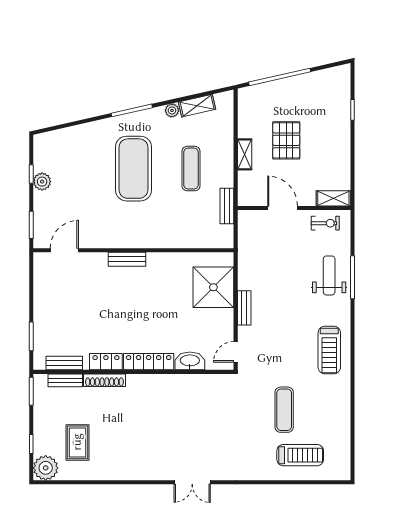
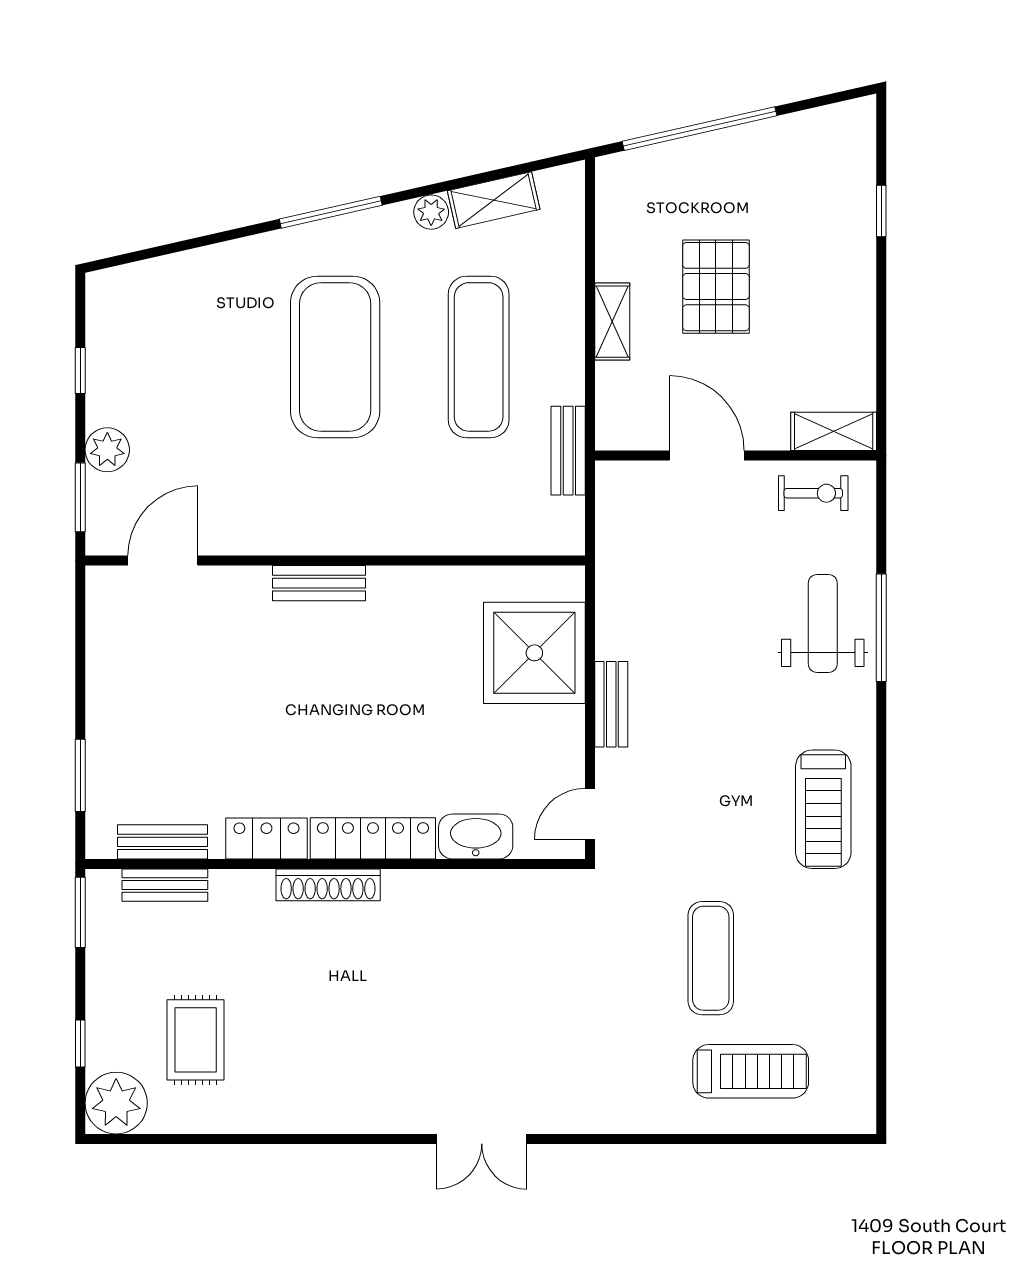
exercise mat: (191, 169) -> (479, 357), width x1.36, depth x1.45
plant: (42, 182) -> (107, 450), moved
shoe rack: (104, 380) -> (328, 885), moved

